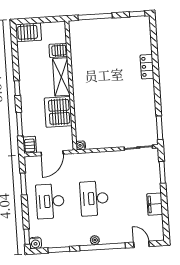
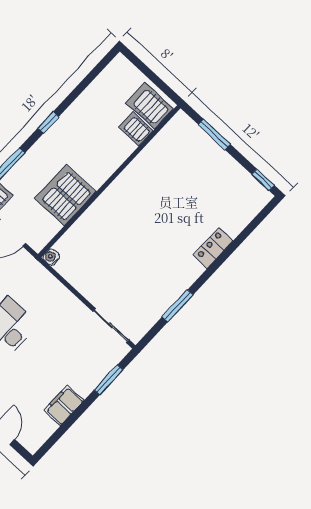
window: (95, 17) -> (214, 134), width x0.69
server rack: (29, 32) -> (150, 106), moved, turned 180
shelving: (61, 77) -> (109, 161), removed
window: (159, 128) -> (178, 306), moved

